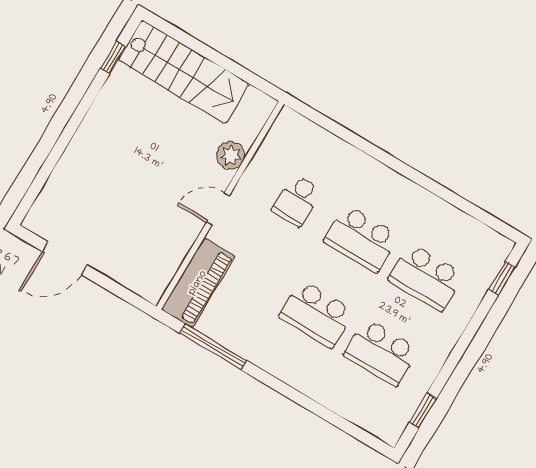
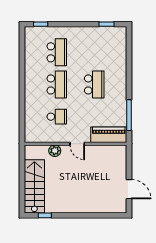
school desk: (381, 352) -> (94, 52), removed

